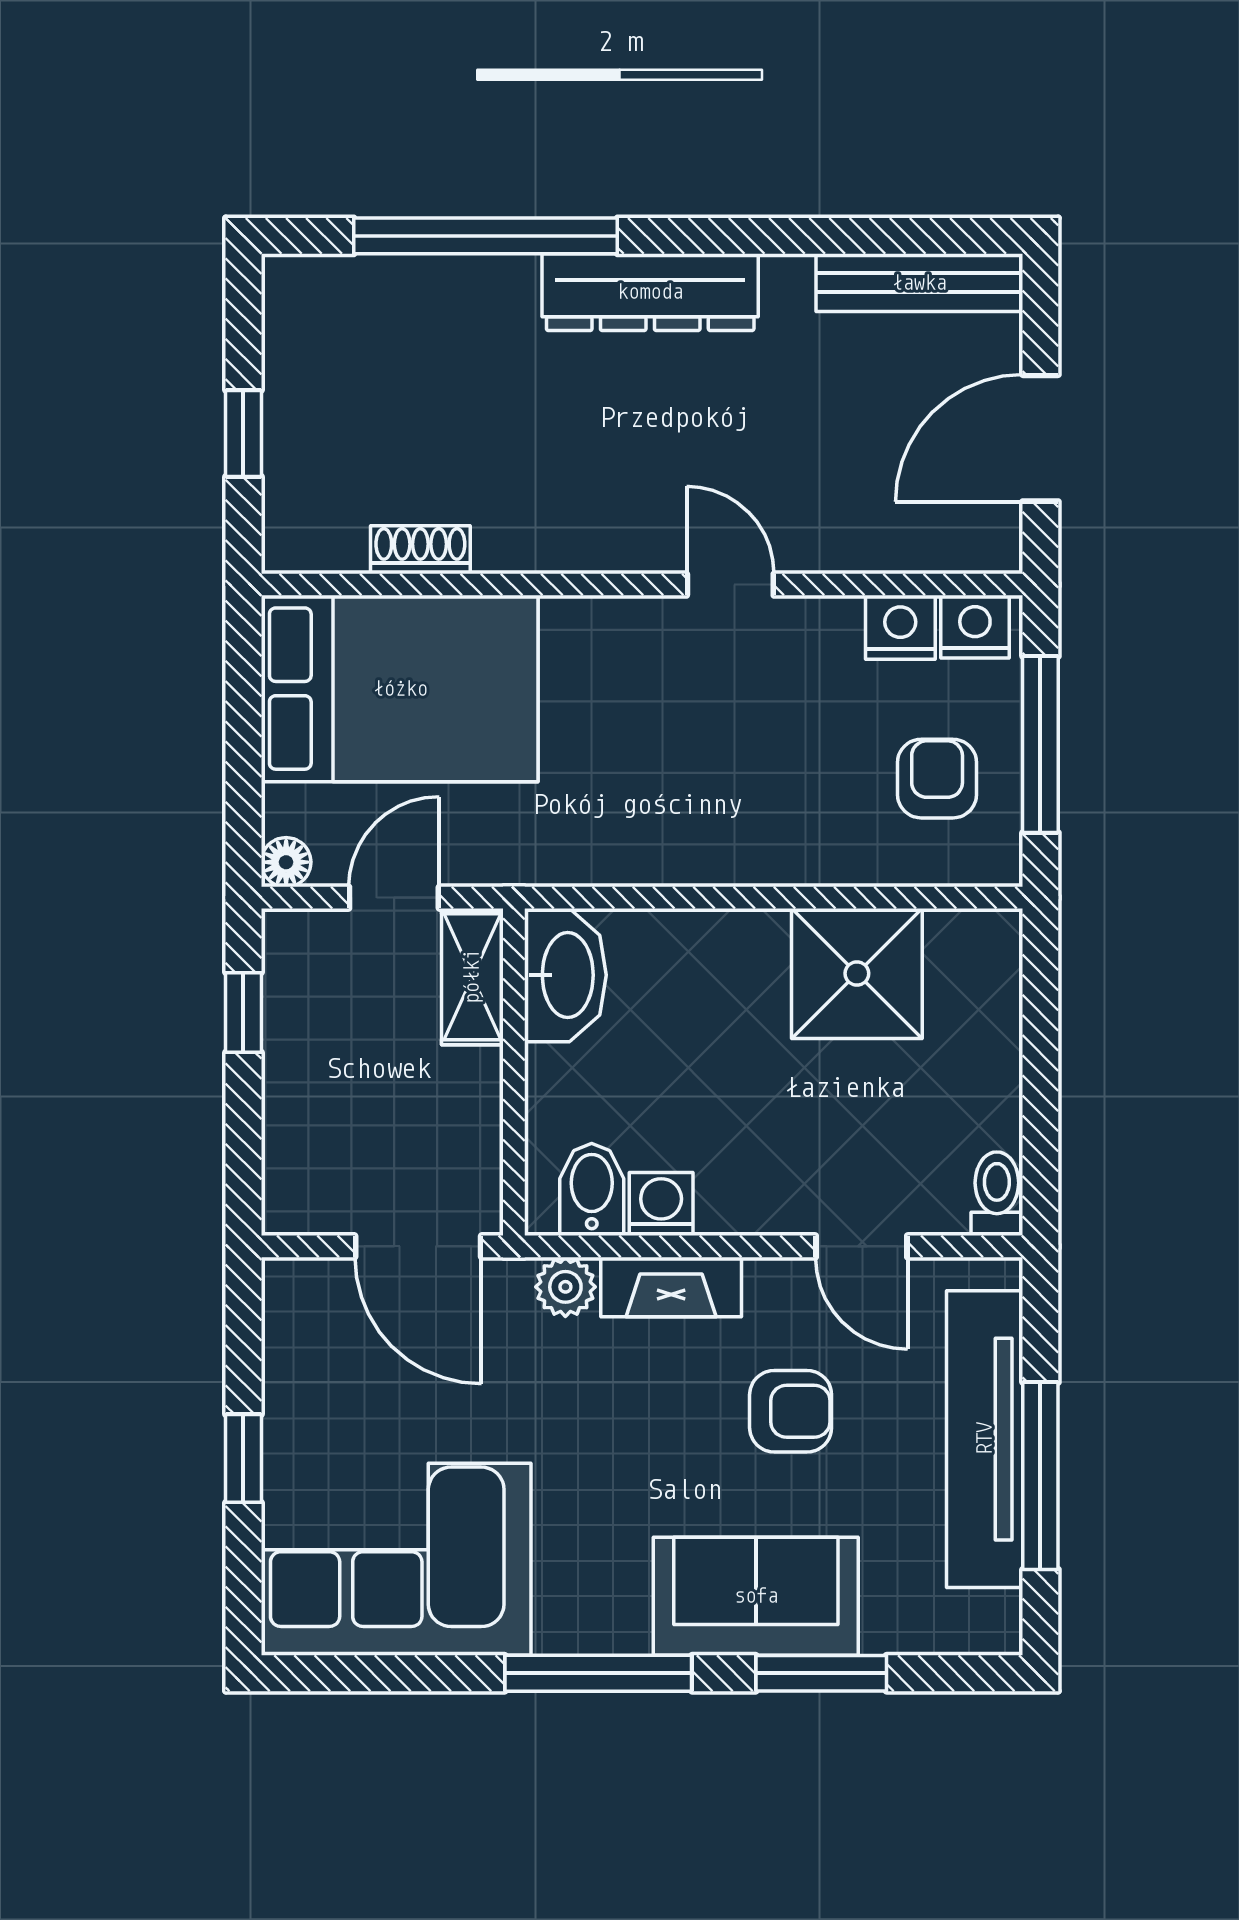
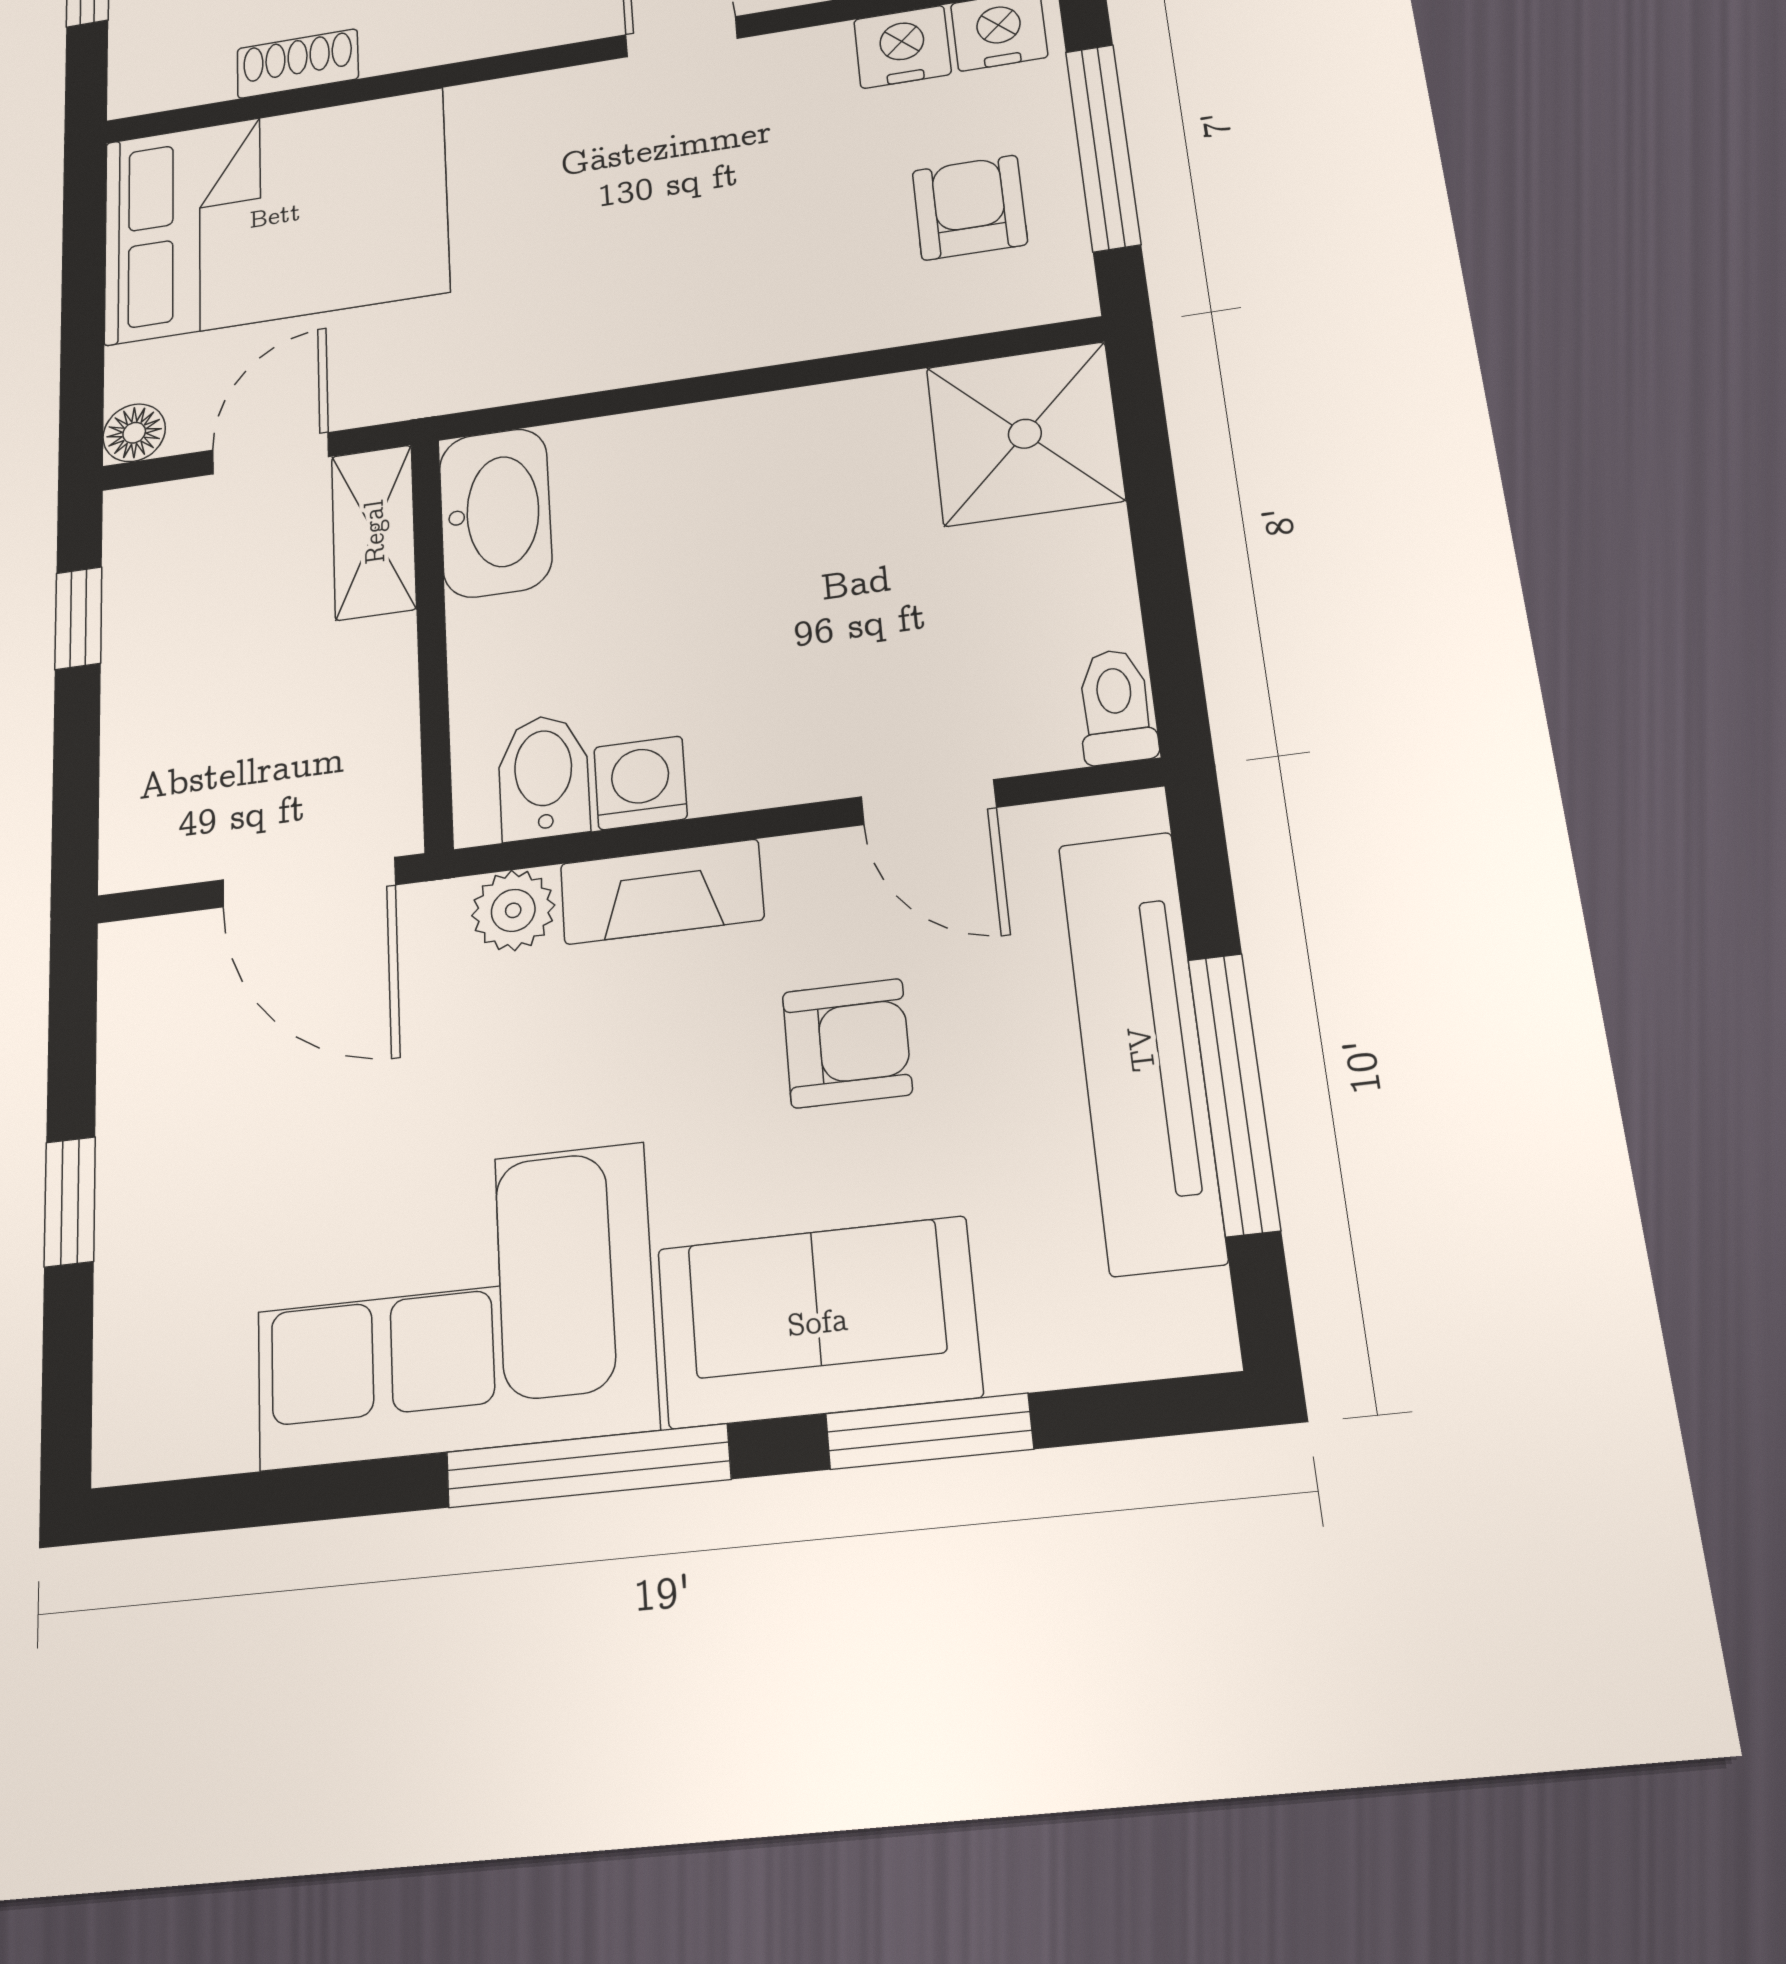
shower: (857, 973) -> (1025, 434), moved
corner sofa: (396, 1559) -> (453, 1305), moved

